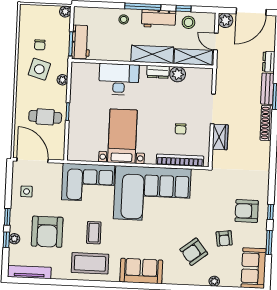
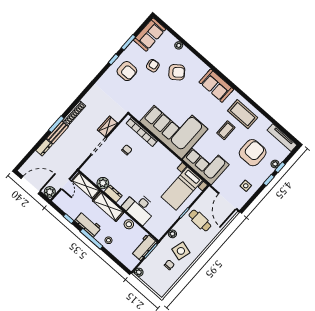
stool: (188, 22) -> (129, 224), moved
bed with nightstands: (122, 136) -> (182, 189), moved

